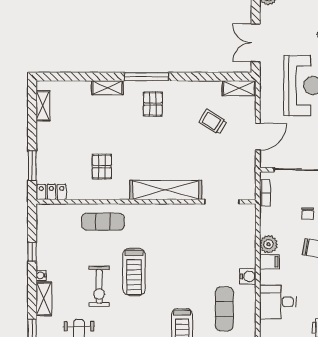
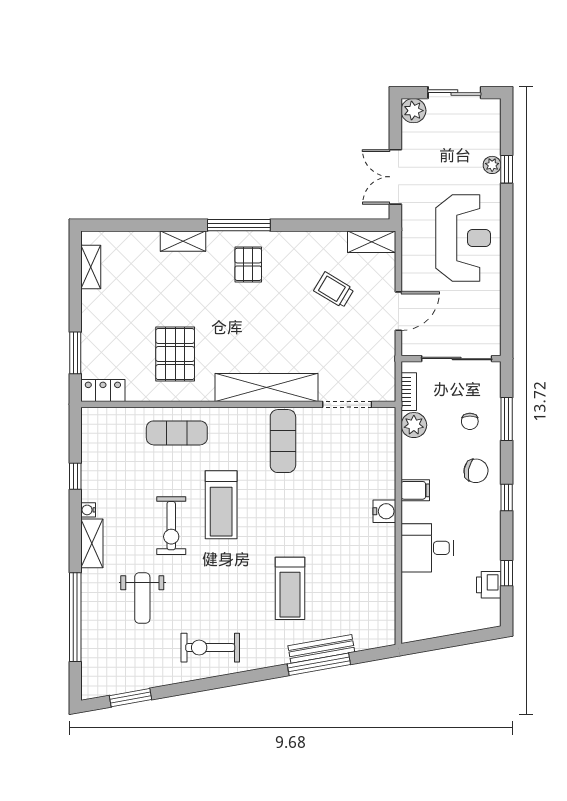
pallet: (102, 167) -> (175, 354), width x1.50, depth x1.42
plant: (269, 244) -> (414, 425), moved
exercise mat: (224, 309) -> (283, 441), moved

